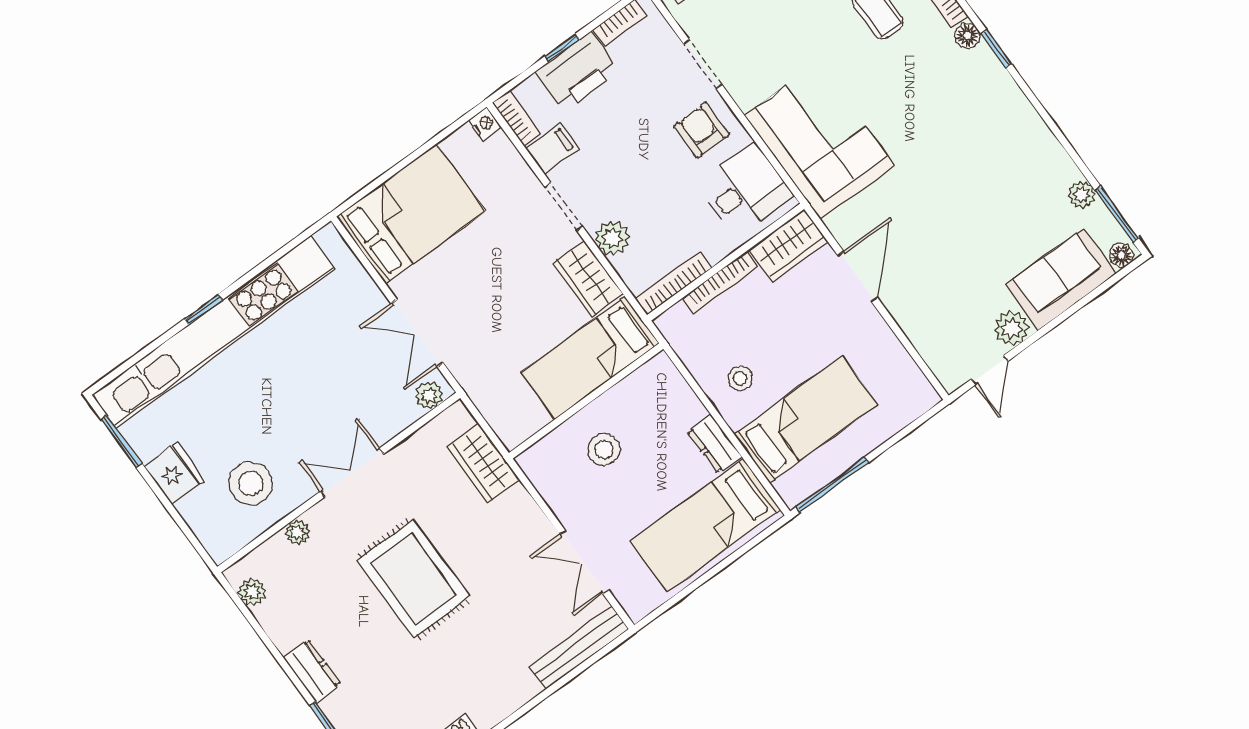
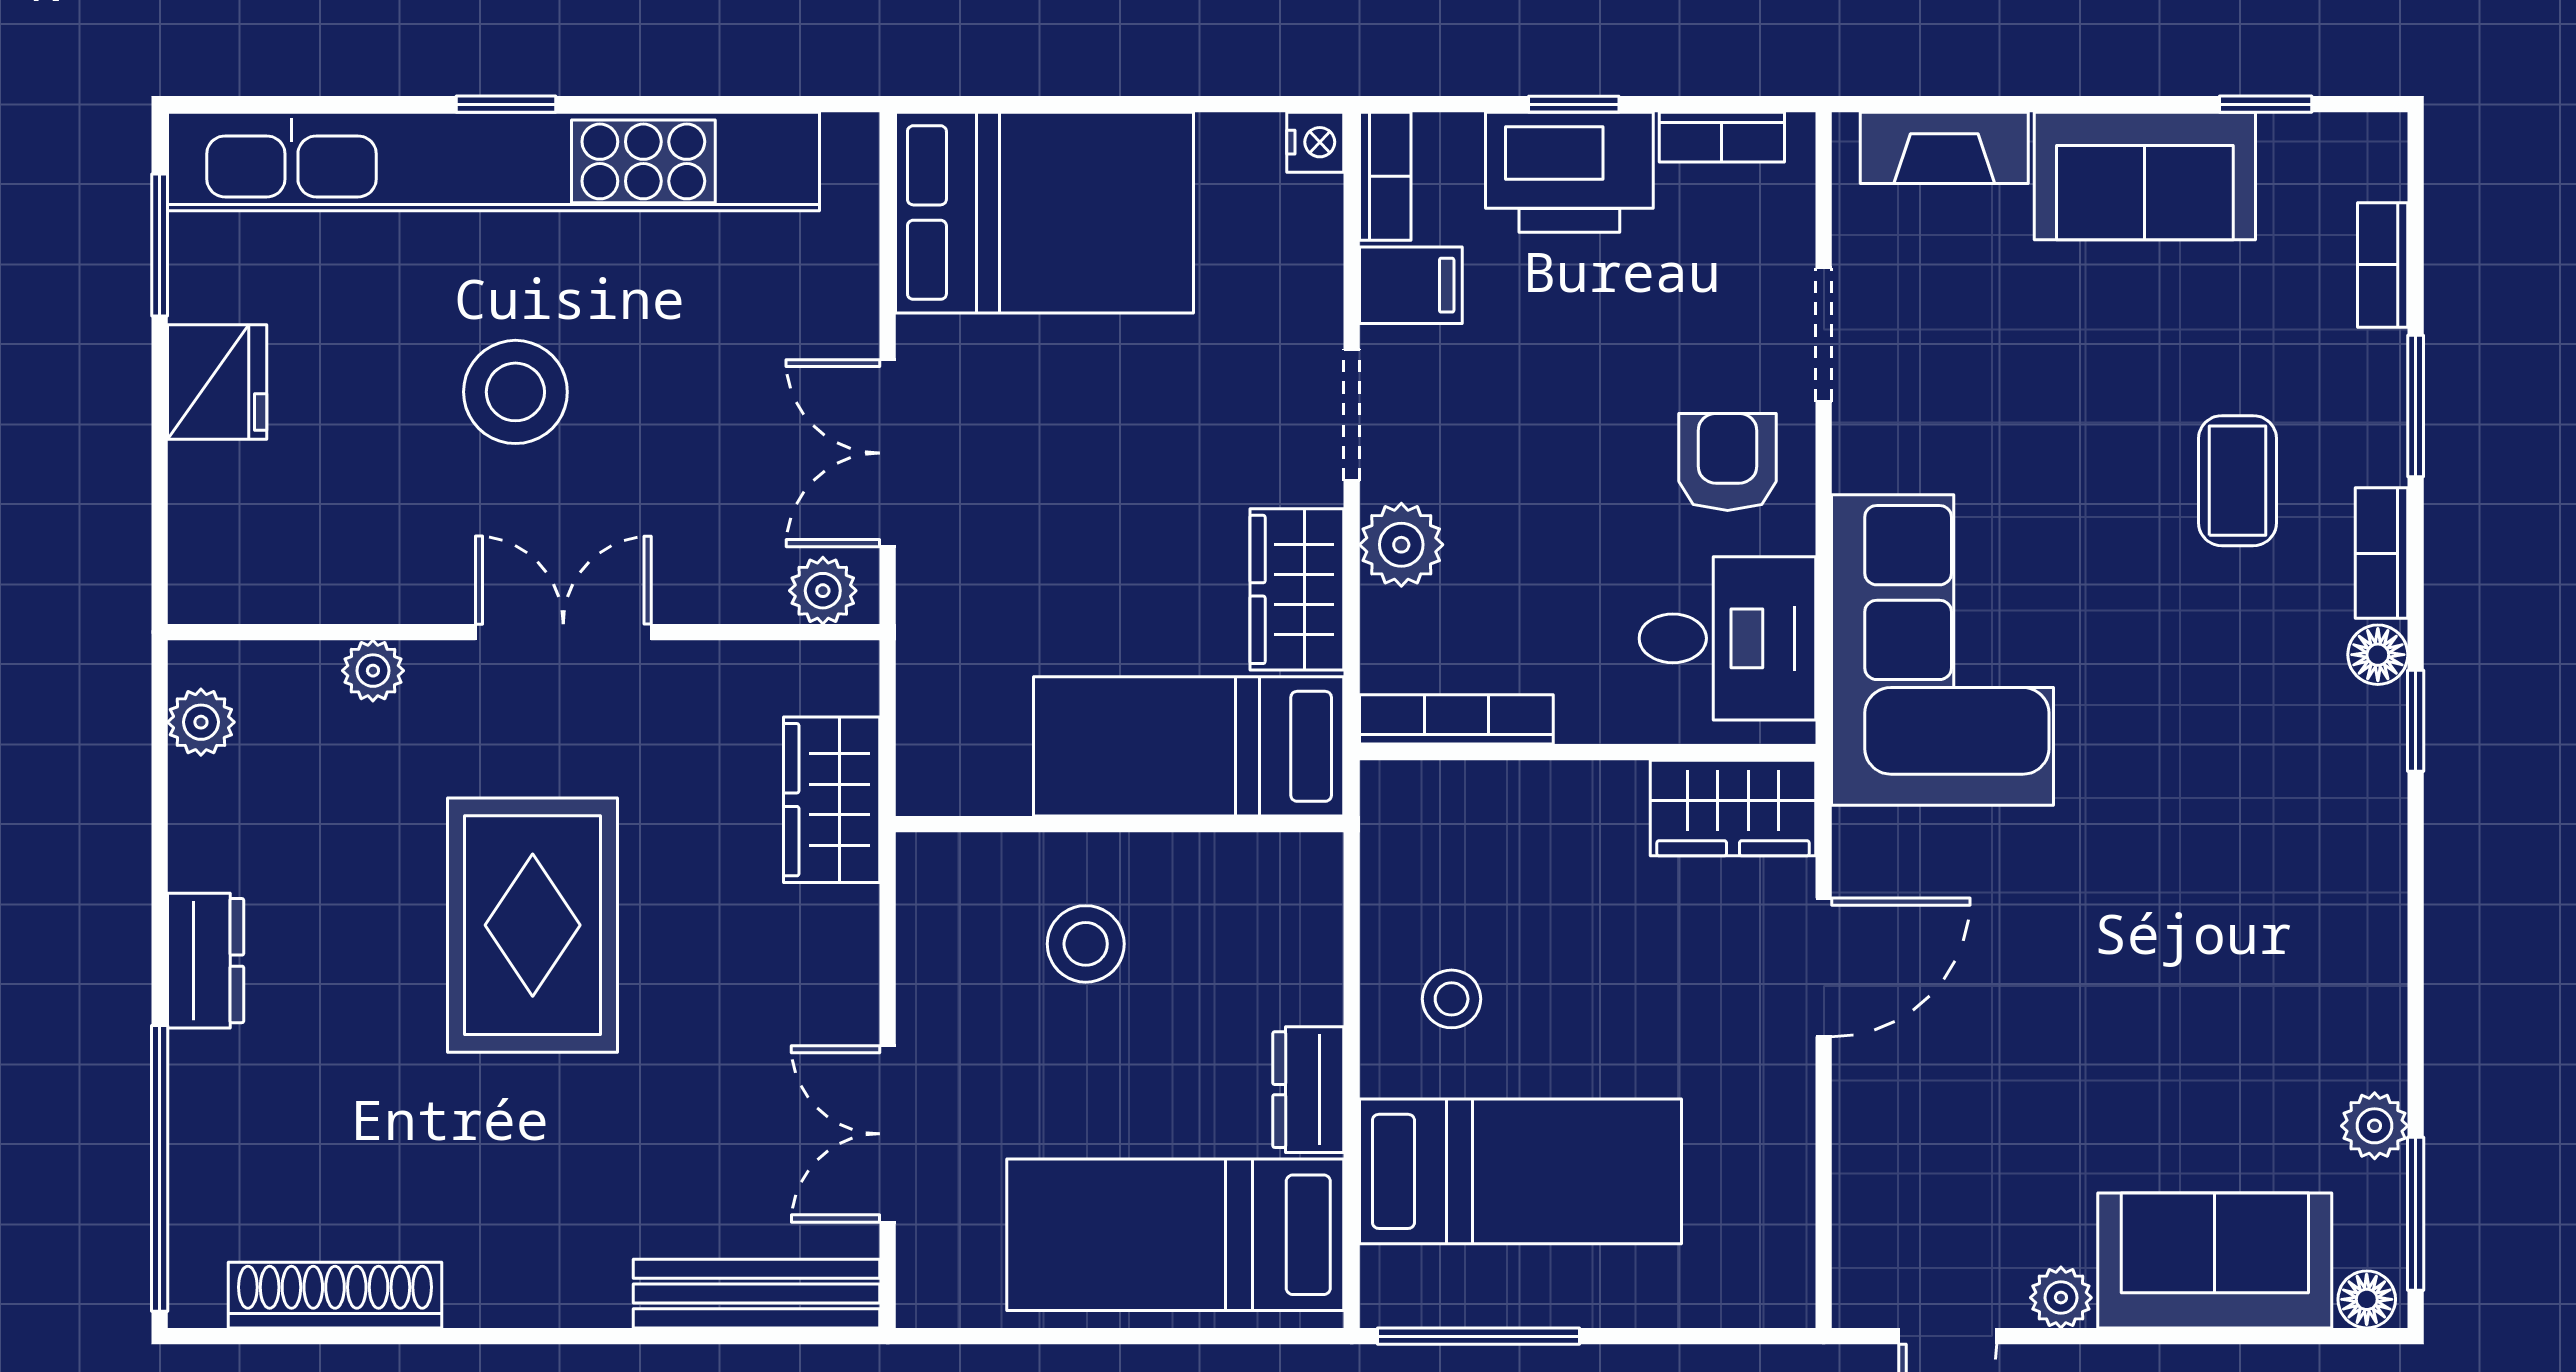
bookcase: (720, 283) -> (1549, 784), removed
plant: (1012, 328) -> (2061, 1298), width x0.73, depth x0.73
stool: (251, 483) -> (515, 392), moved

